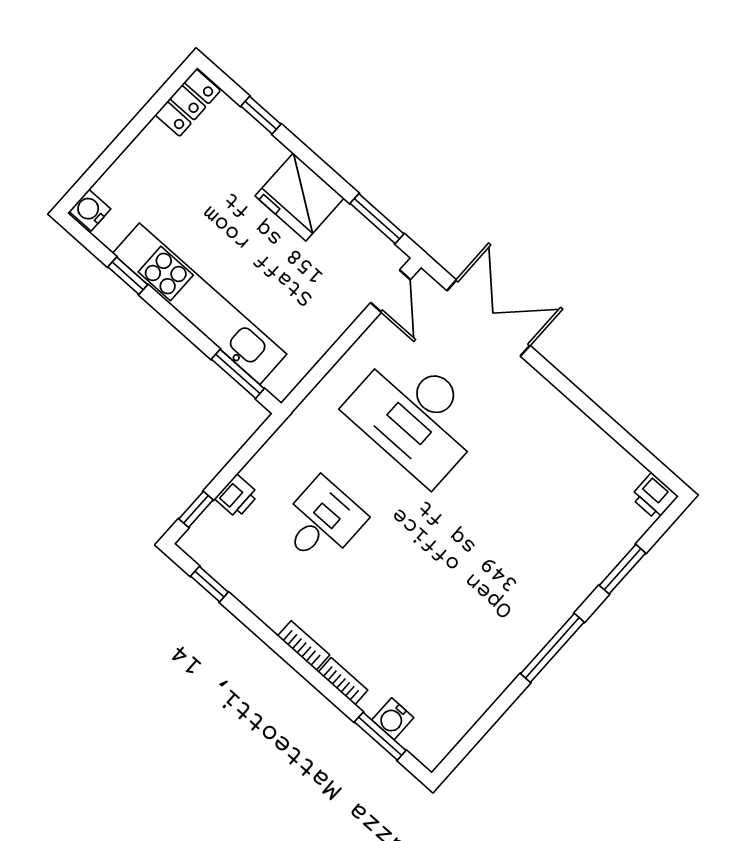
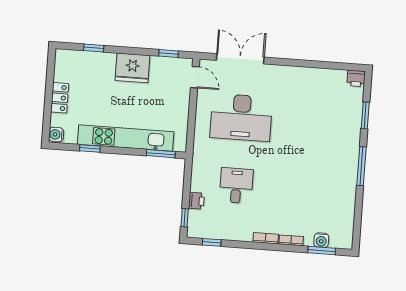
locker: (188, 103) -> (60, 98), moved
window: (377, 219) -> (168, 53), width x0.67

